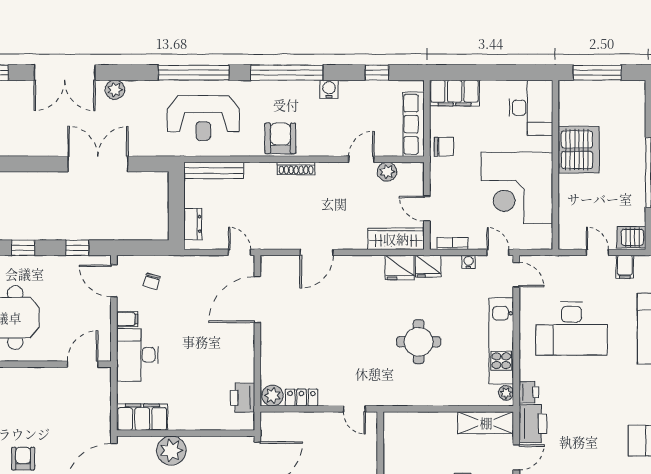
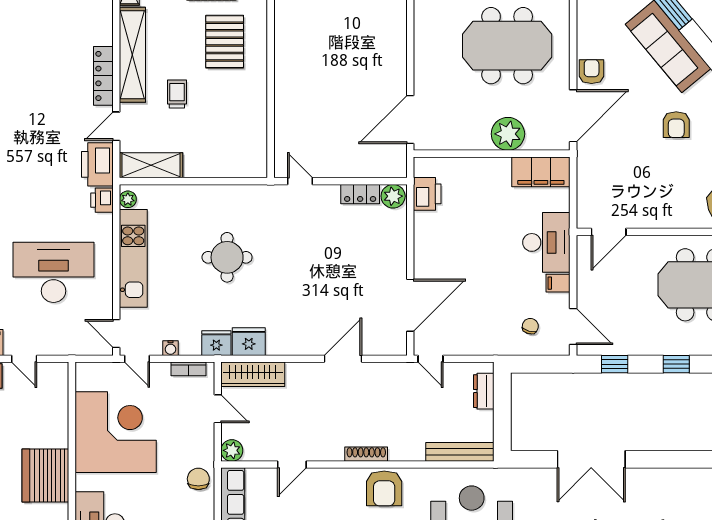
chair: (444, 147) -> (198, 479), turned 90
plant: (387, 172) -> (232, 450), moved

